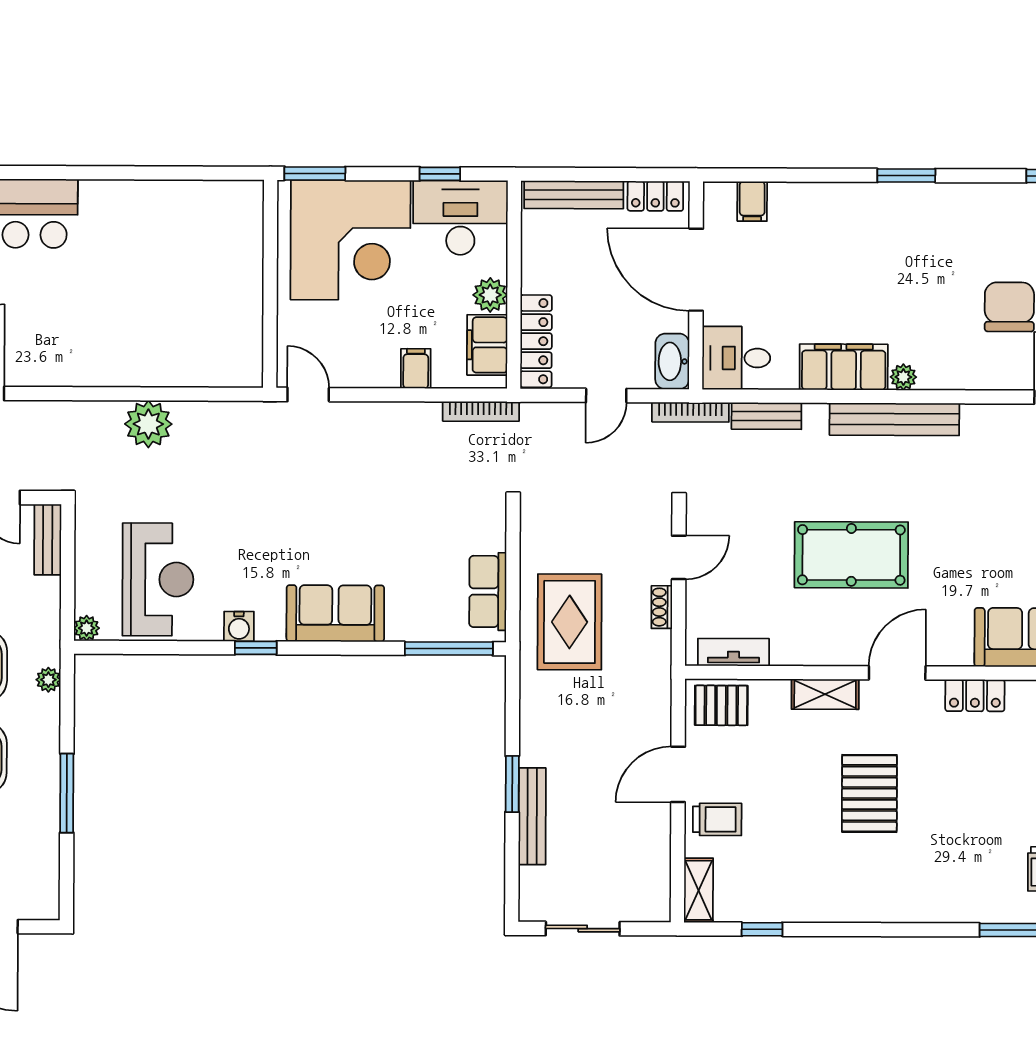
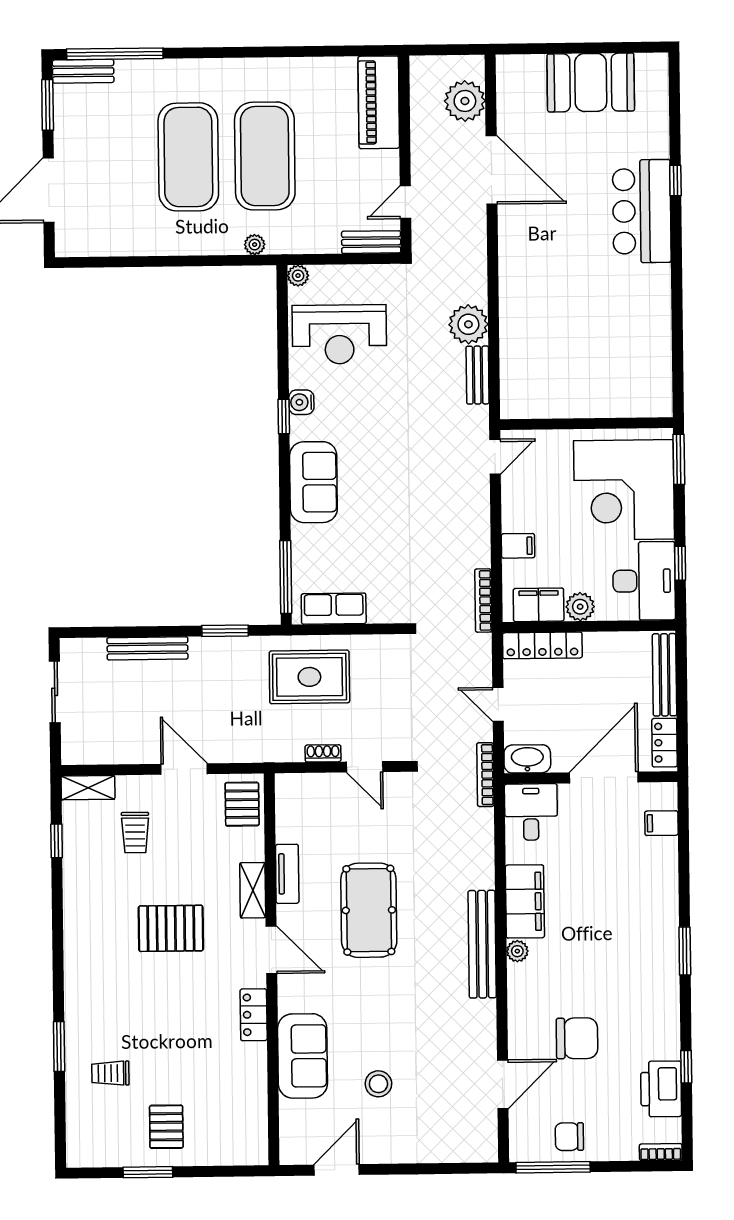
bench: (766, 416) -> (478, 375), moved
tv unit: (733, 652) -> (287, 874), moved
window: (512, 784) -> (225, 631), moved
window: (67, 793) -> (161, 261), removed
trolley: (717, 819) -> (135, 833), moved

